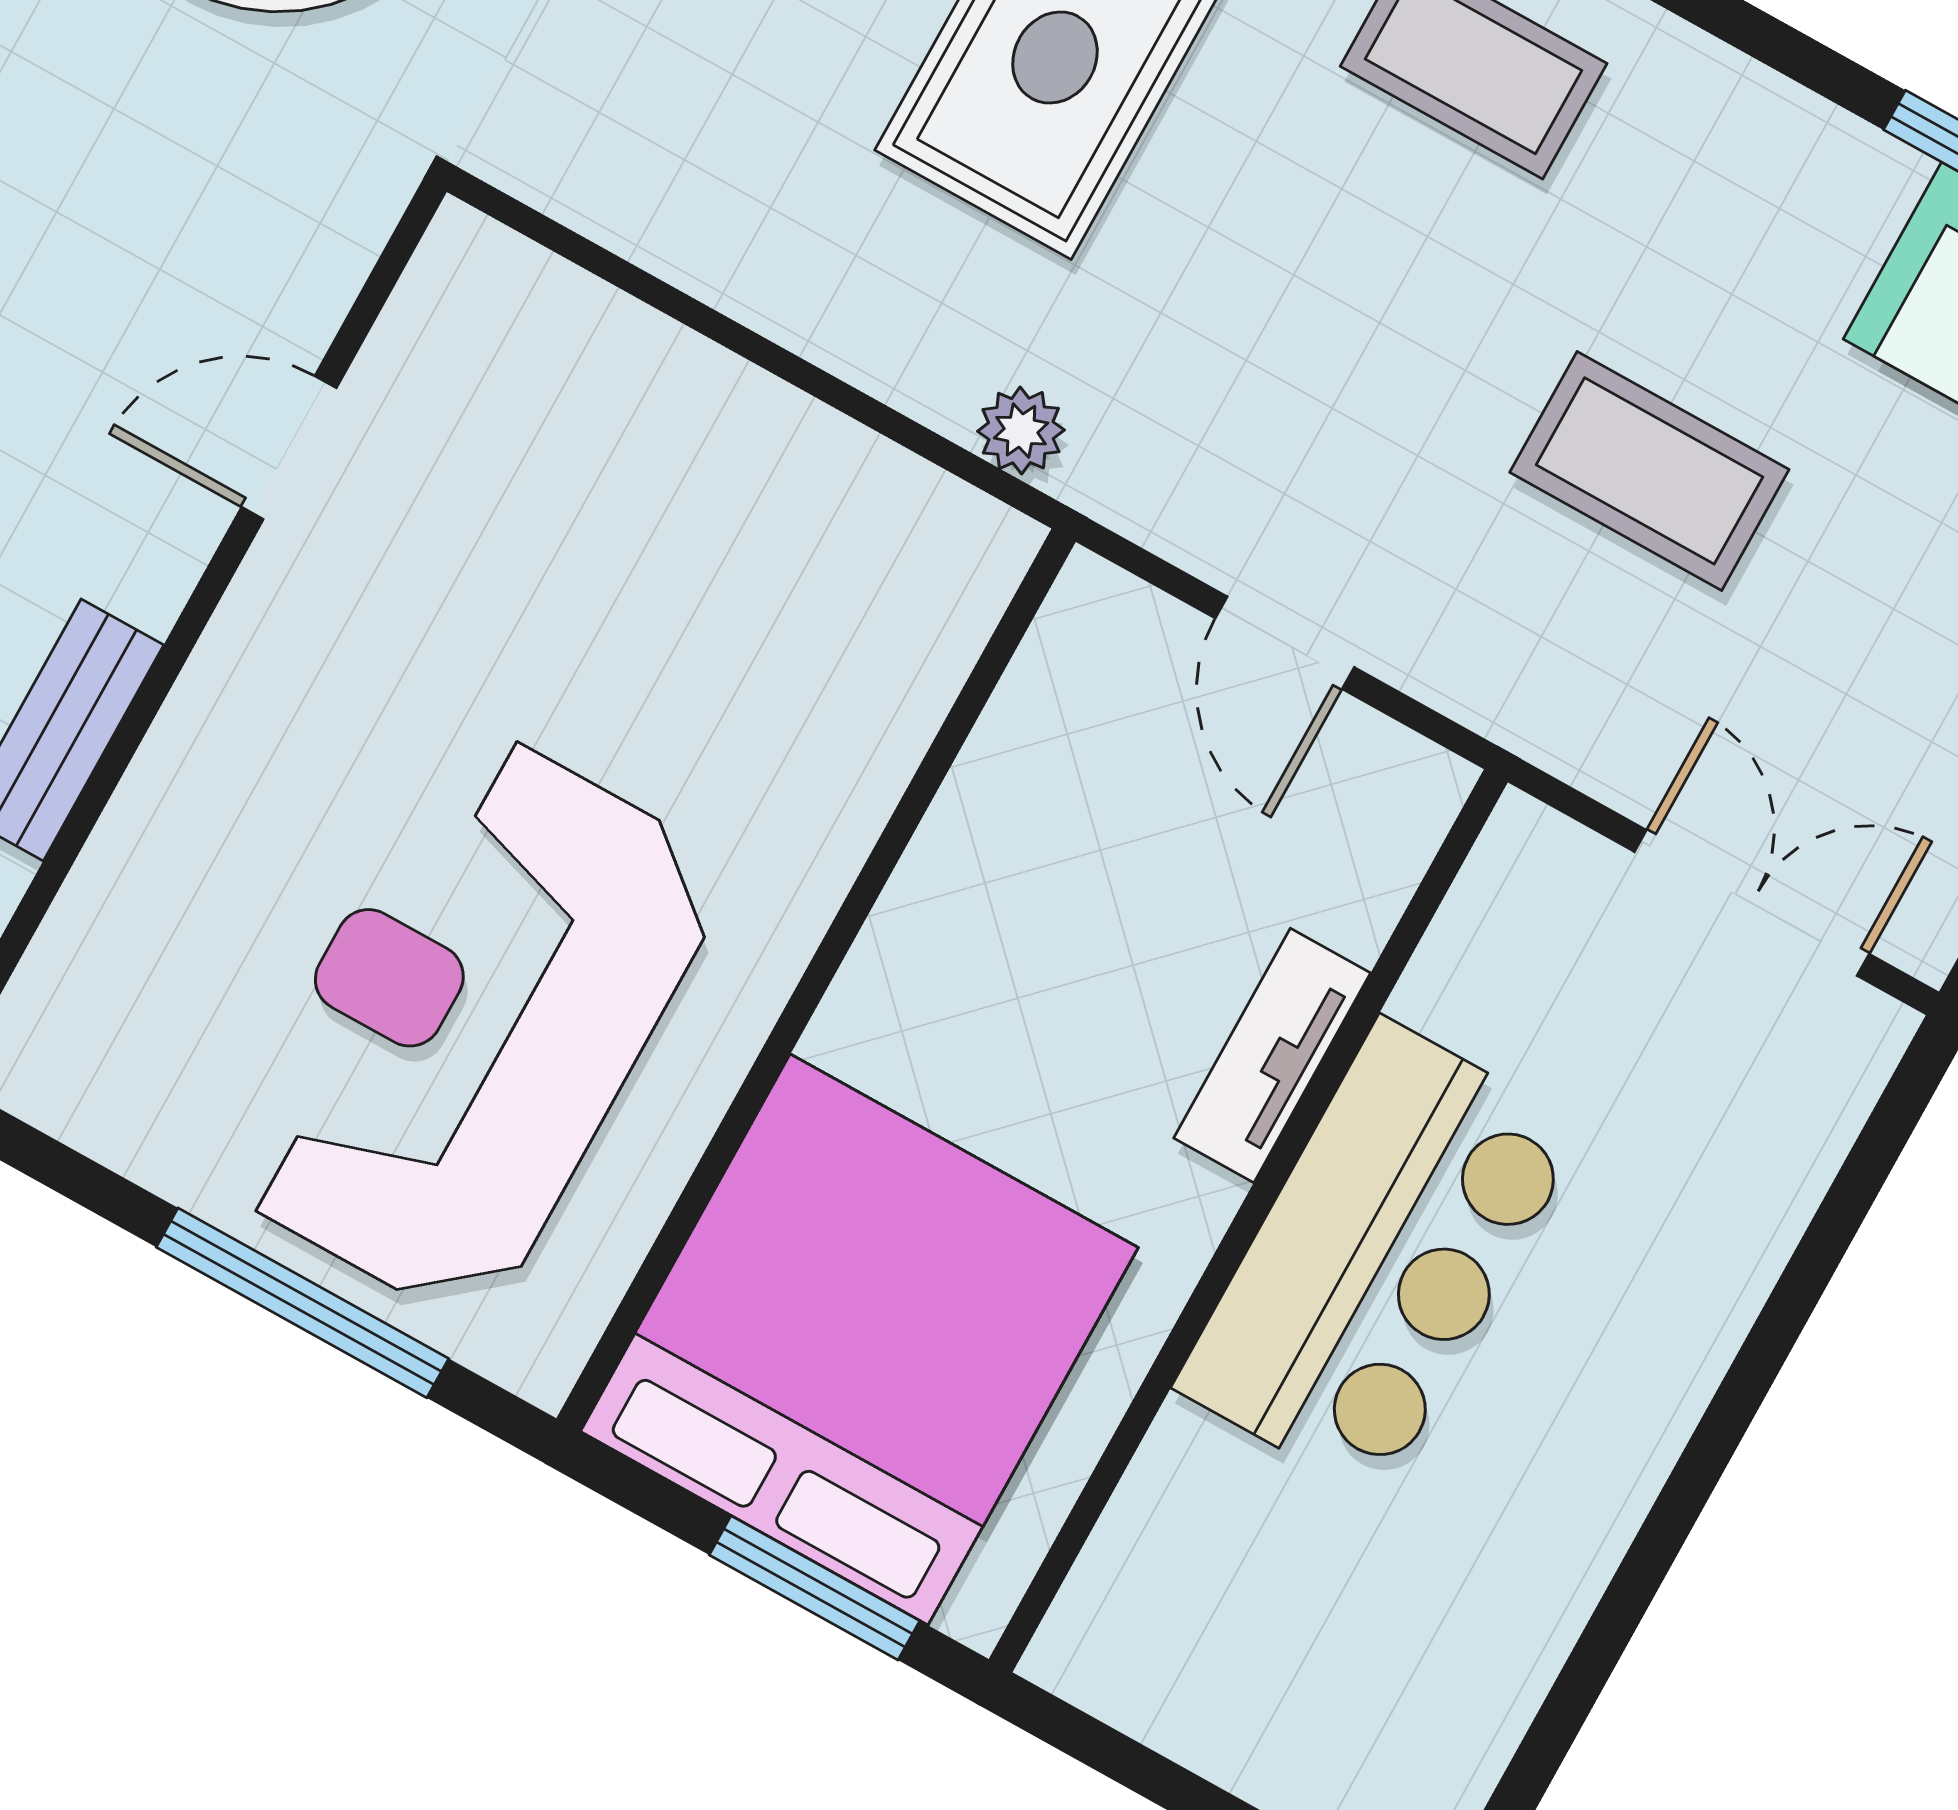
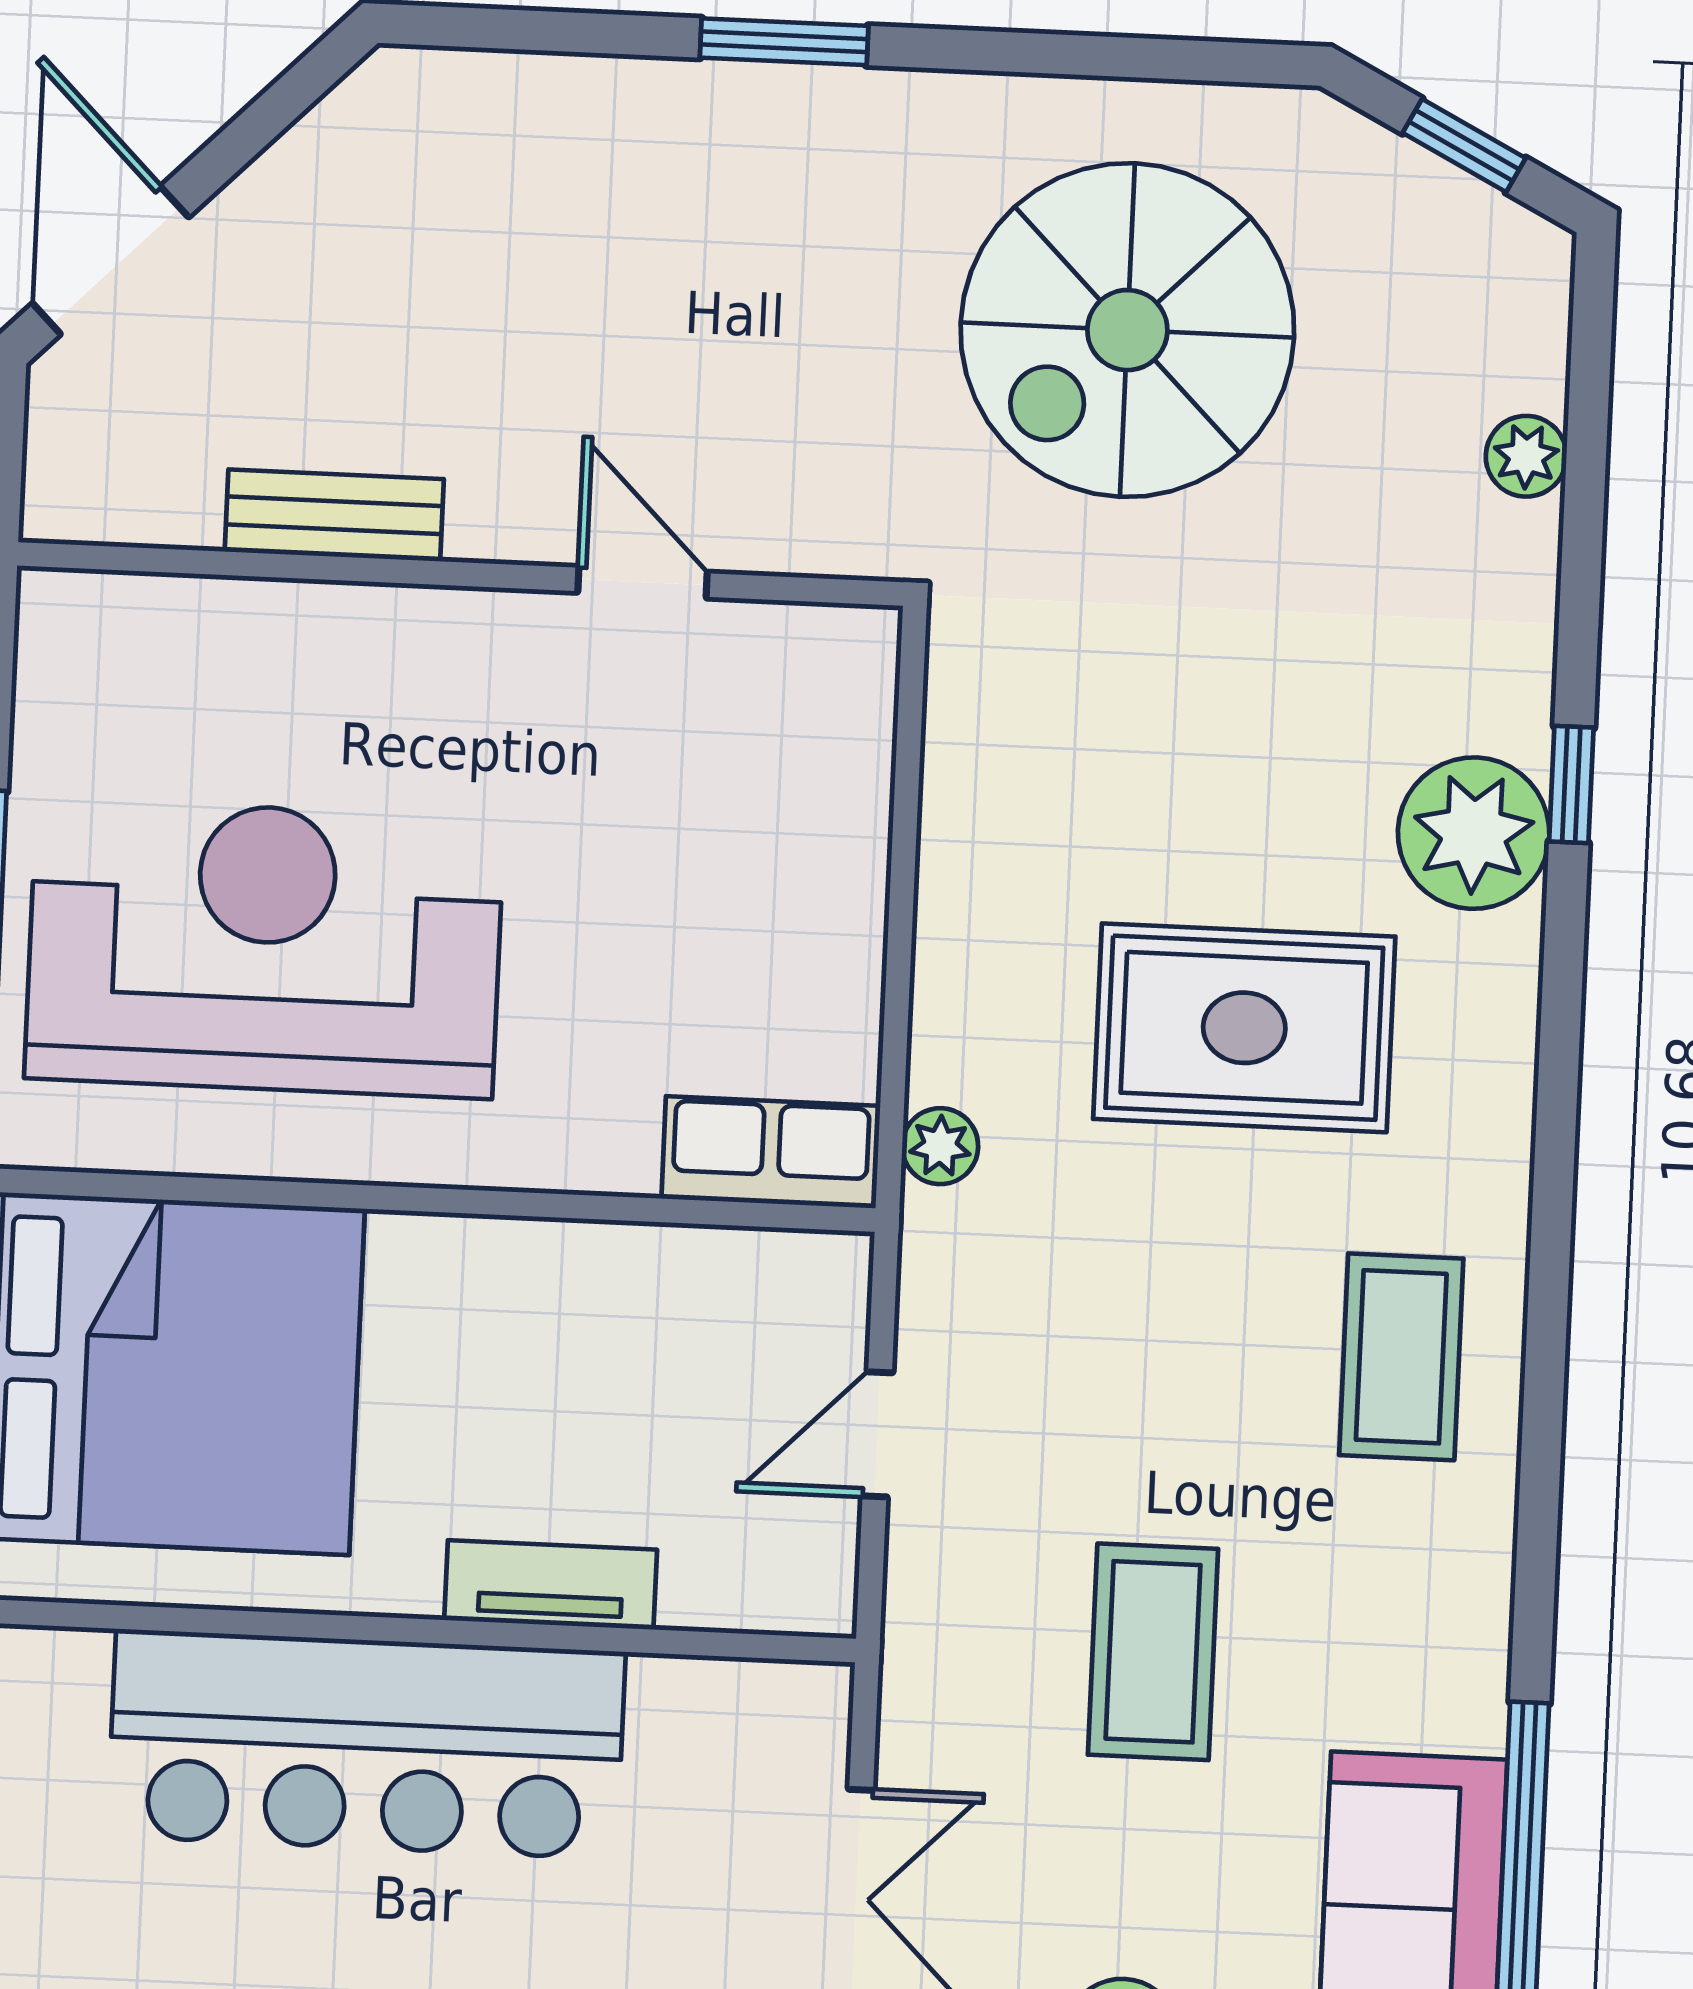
row of seats: (940, 608) -> (771, 1152), added
bar counter: (1379, 1258) -> (366, 1744), width x1.36

